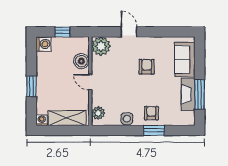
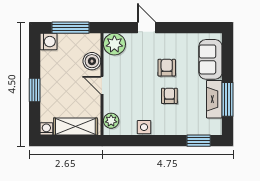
window: (63, 32) -> (70, 28), width x2.17
armchair: (151, 113) -> (169, 96), moved
window: (154, 130) -> (199, 141), moved

